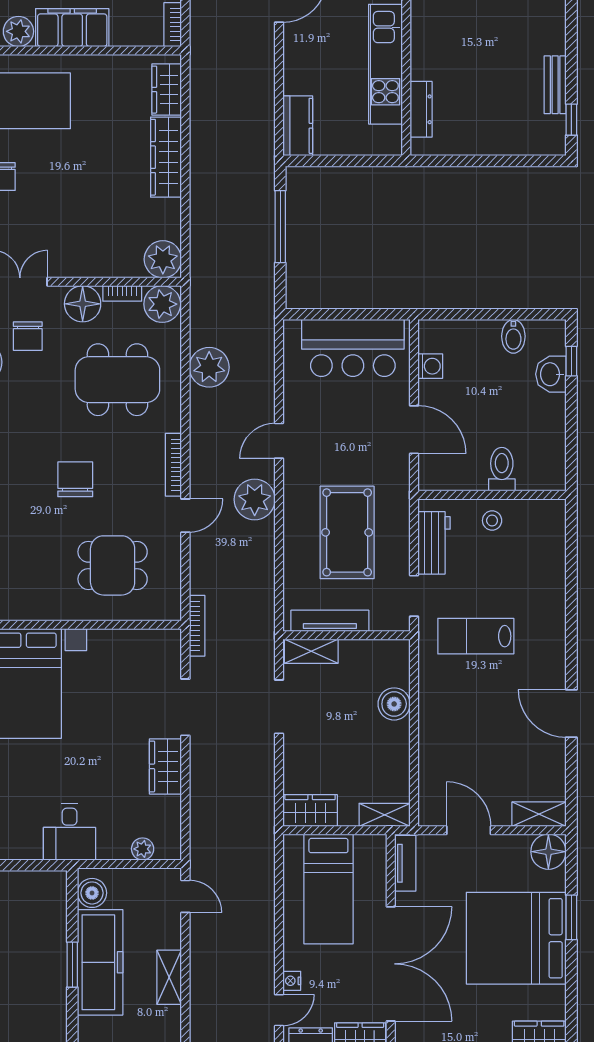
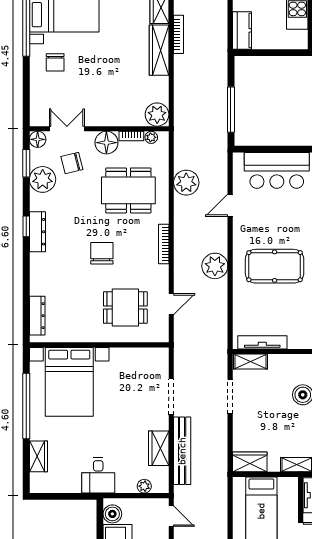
window: (280, 227) -> (231, 110), moved
plant: (162, 304) -> (151, 137), width x0.53, depth x0.53
chair: (28, 336) -> (72, 163), turned 76
door: (279, 441) -> (230, 205), moved
door: (185, 516) -> (171, 304), moved
pool table: (347, 532) -> (275, 266), moved, turned 90
bookcase: (197, 626) -> (179, 34), moved
wardrobe: (165, 766) -> (159, 448), moved
bench: (203, 793) -> (182, 451), added

